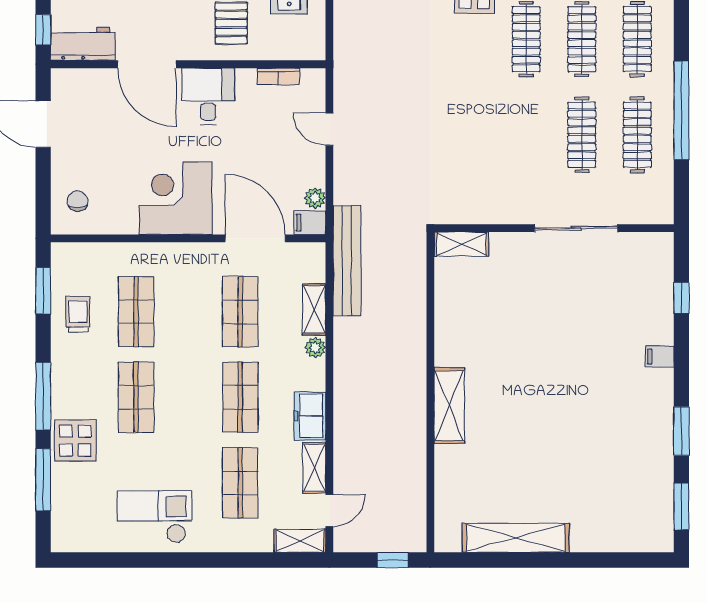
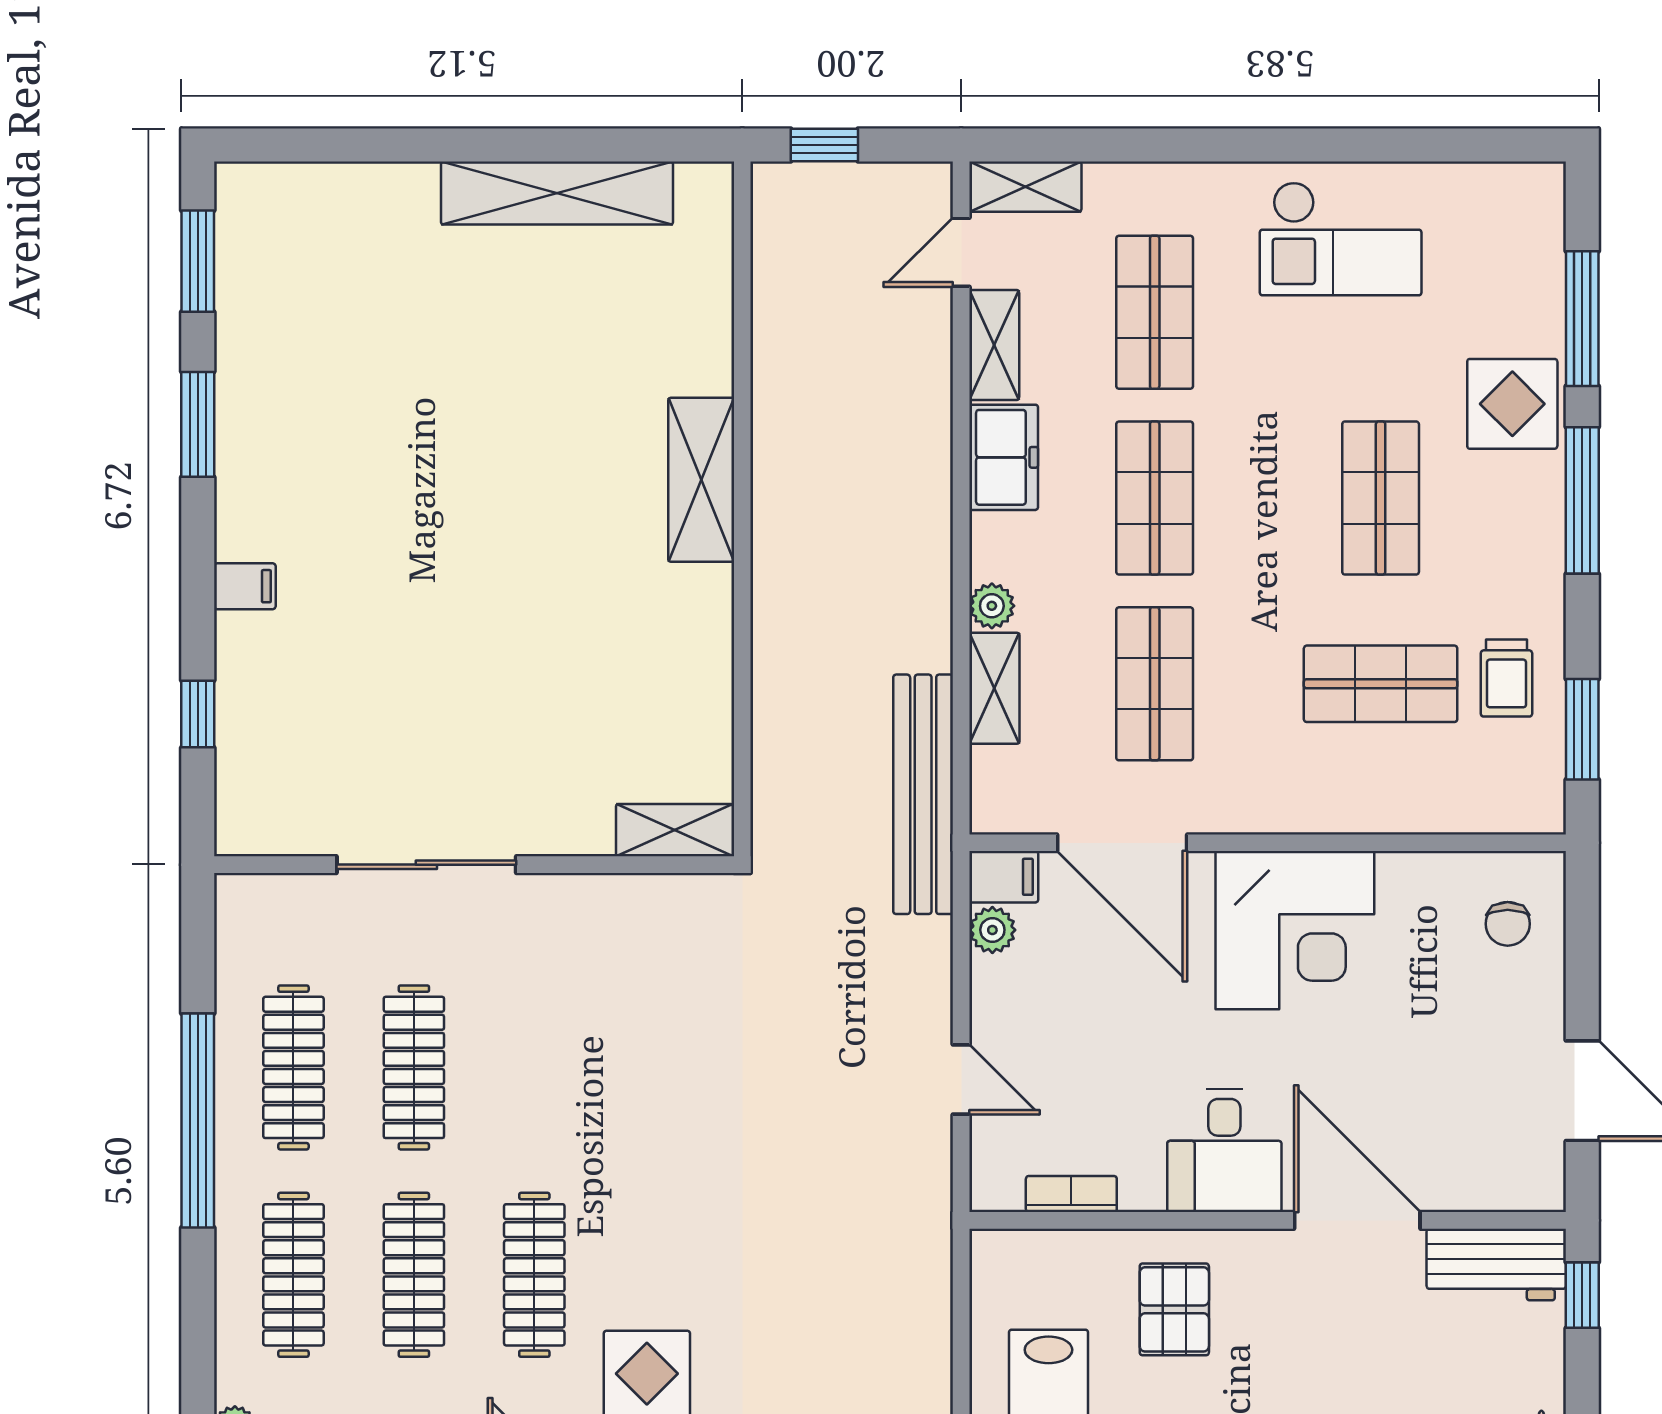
shop shelf: (136, 312) -> (1381, 684), turned 90

